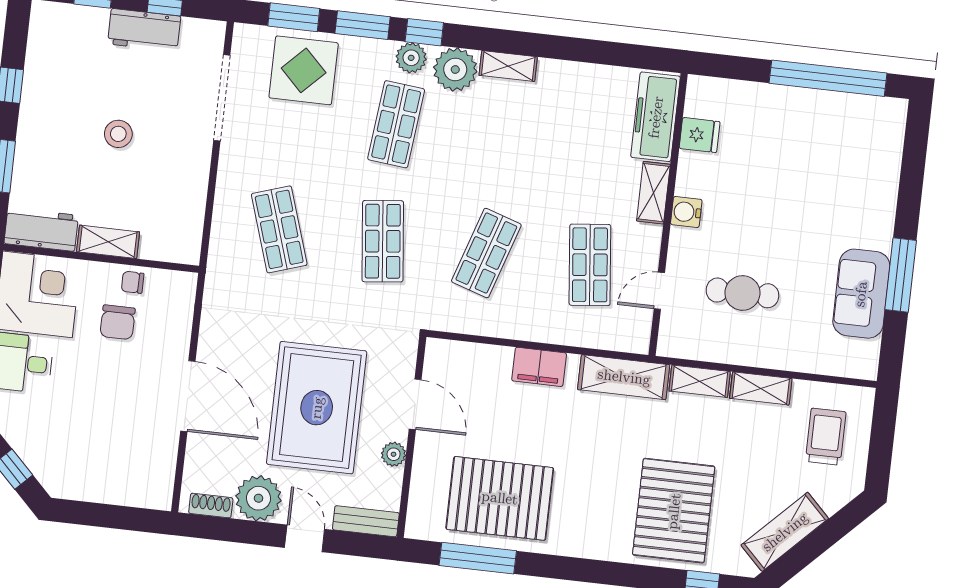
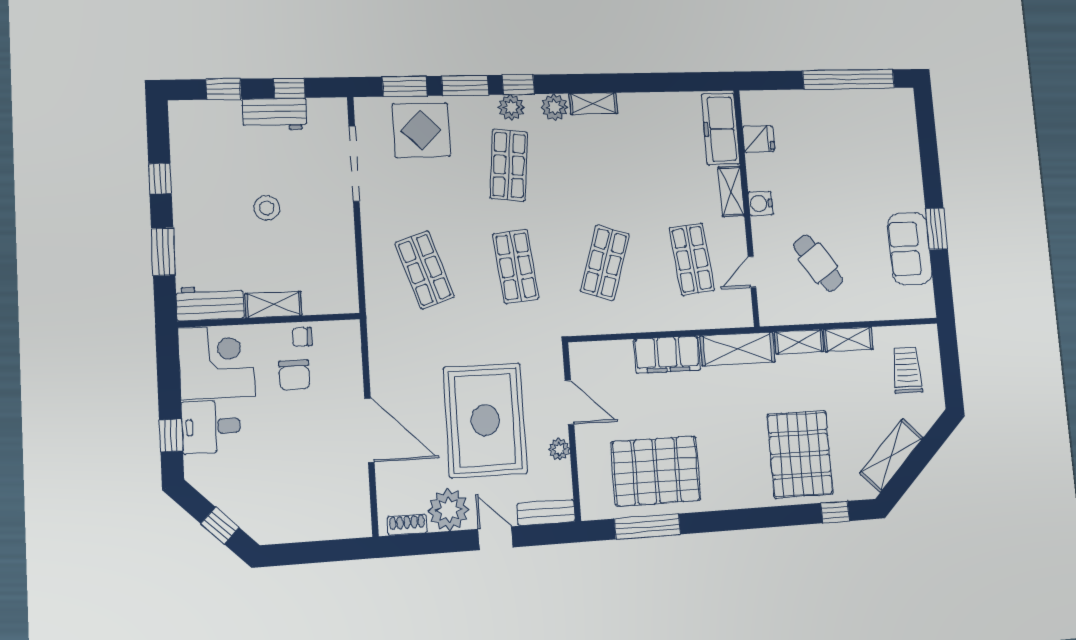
plant: (455, 69) -> (555, 107), width x0.73, depth x0.73
window: (901, 275) -> (936, 229), width x0.69
cafe table: (742, 293) -> (818, 263), turned 55
filing cabinet: (539, 367) -> (667, 355), width x1.50, depth x1.17

